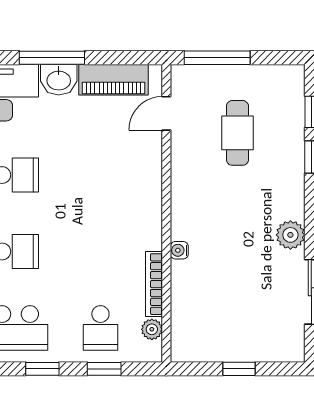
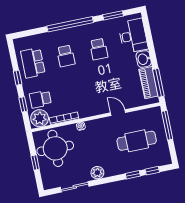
window: (52, 58) -> (158, 83), moved
door: (166, 113) -> (118, 113), moved
cafe table: (237, 133) -> (137, 141), width x1.37, depth x1.35
round table: (217, 318) -> (55, 148), added
plant: (152, 329) -> (40, 118), width x1.87, depth x1.87

